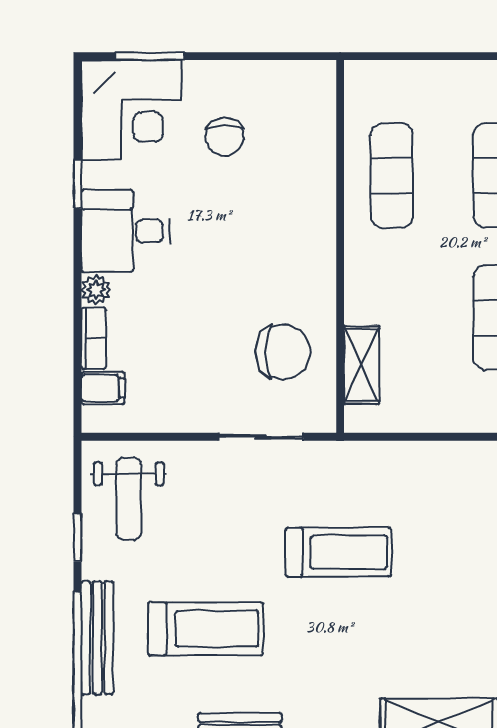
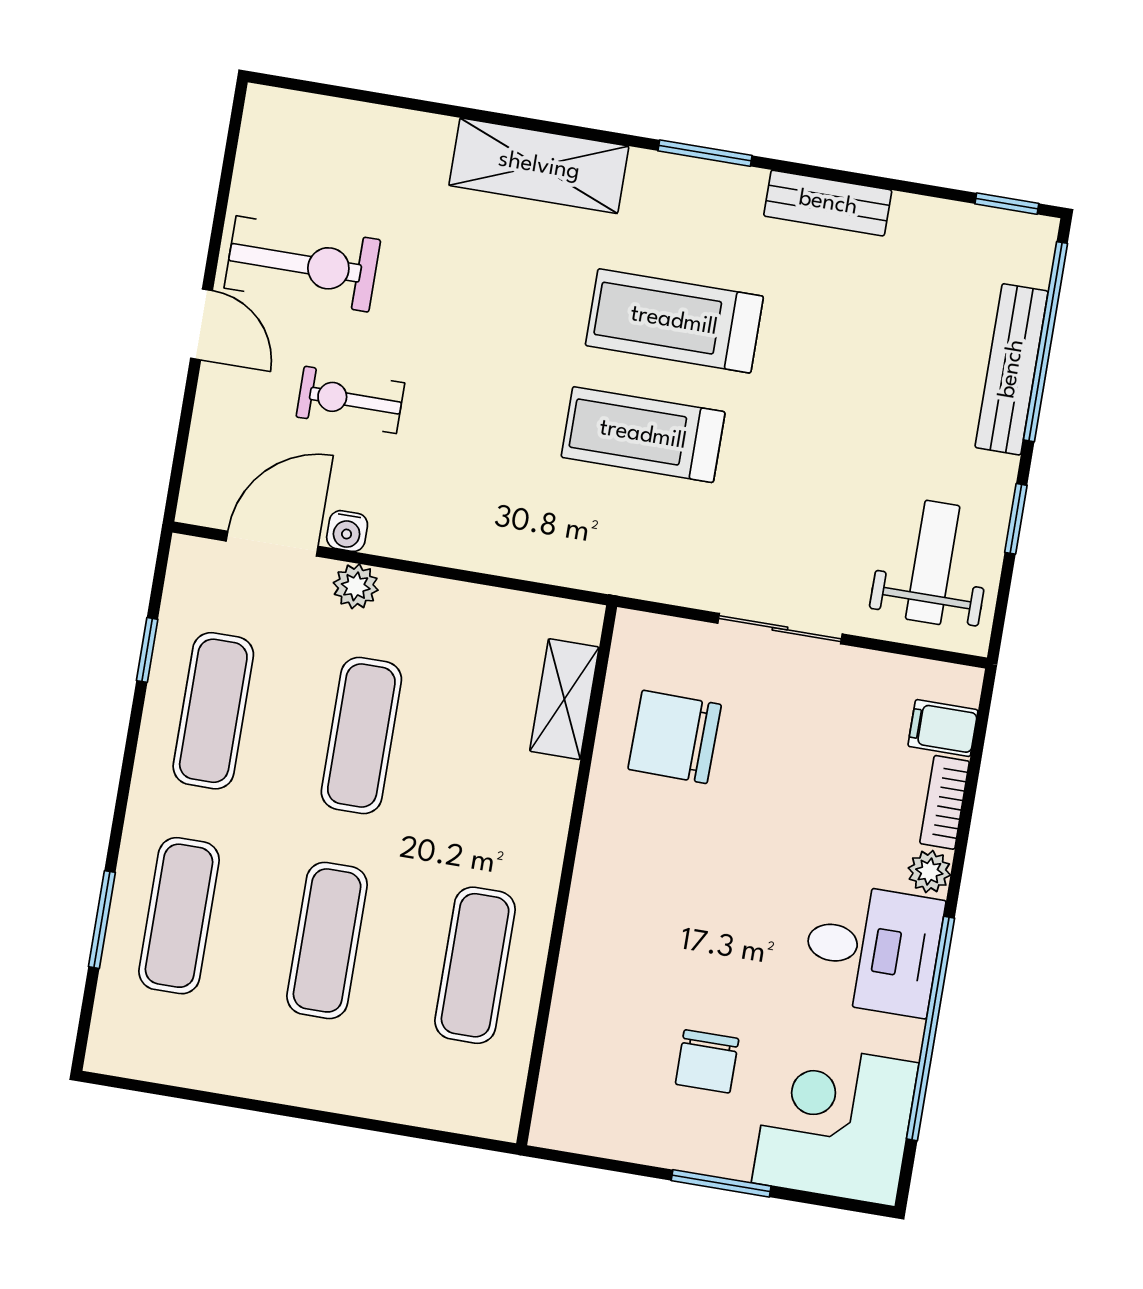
window: (150, 56) -> (721, 1183), moved
chair: (224, 137) -> (707, 1061), turned 180
window: (77, 184) -> (931, 1029), width x3.17
sliding door: (261, 437) -> (780, 629), moved
treadmill: (206, 629) -> (674, 321), moved

